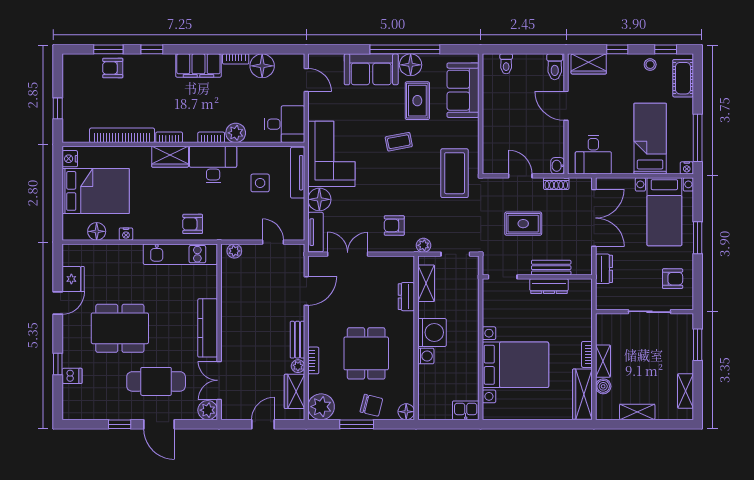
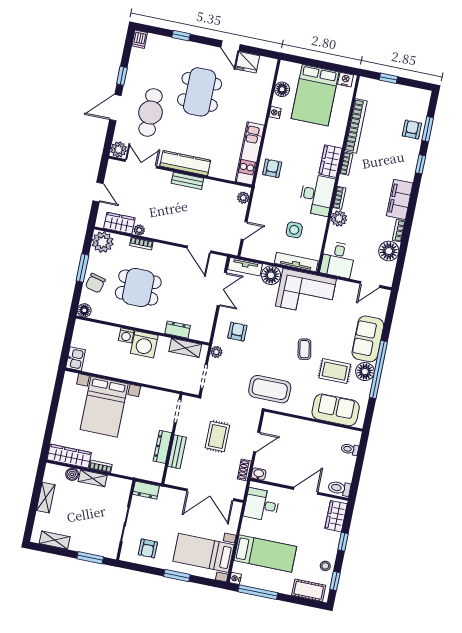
dresser: (604, 269) -> (146, 490), moved
bench: (297, 340) -> (187, 181), moved
dishwasher: (72, 376) -> (140, 39), moved

